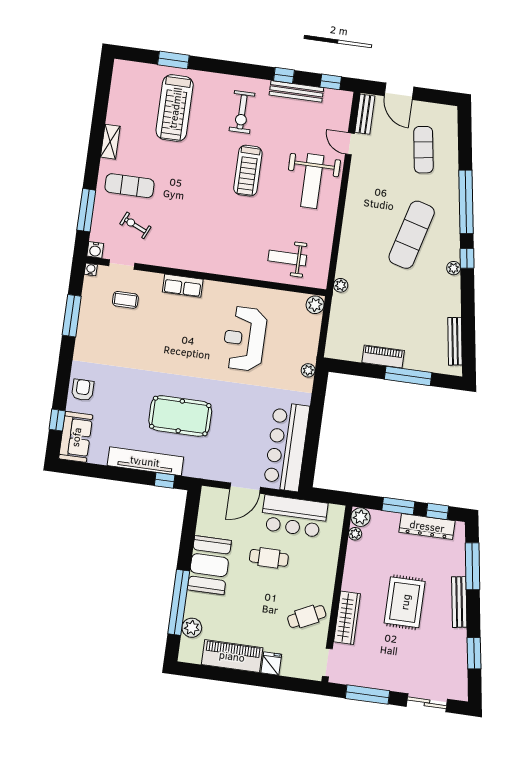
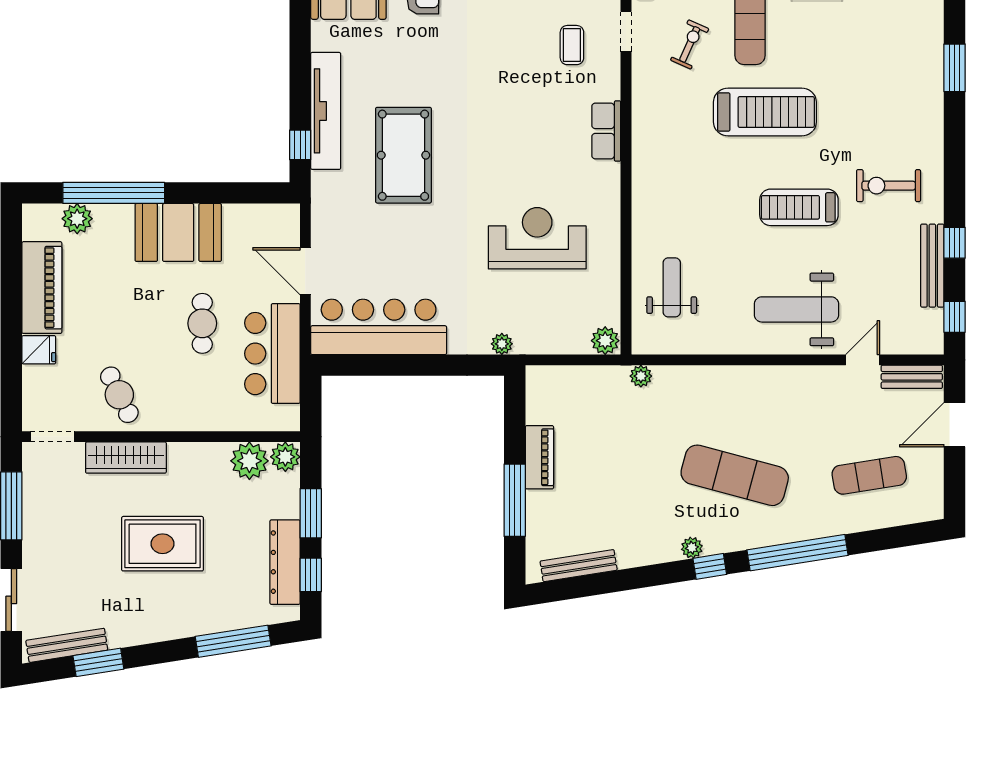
treadmill: (175, 108) -> (765, 112), moved, turned 180
plant: (355, 534) -> (249, 461), width x1.88, depth x1.88
bench: (459, 602) -> (67, 645), moved

